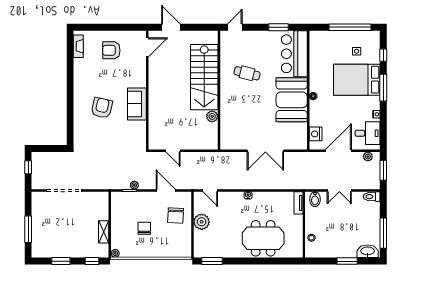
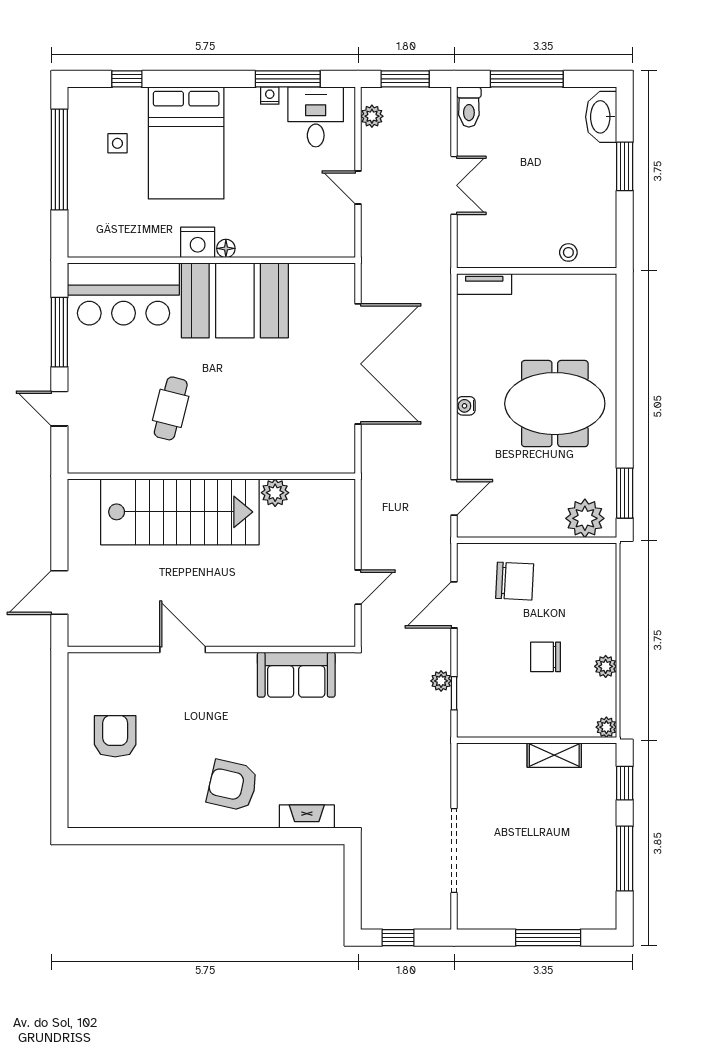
door: (235, 27) -> (59, 409), moved
window: (279, 27) -> (59, 332), width x1.44
fireplace: (78, 46) -> (307, 817), moved
door: (147, 47) -> (183, 650), moved
armchair: (111, 50) -> (115, 736), turned 180
window: (383, 88) -> (288, 79), moved
sofa: (137, 104) -> (296, 675), moved
armchair: (102, 108) -> (232, 785), moved
nightstand: (316, 134) -> (198, 242), moved
double door: (265, 151) -> (358, 364), width x1.36
door: (338, 151) -> (358, 187), width x0.53
bidet: (315, 199) -> (475, 244), removed
plant: (202, 222) -> (585, 518), moved
window: (383, 233) -> (527, 79), moved
meeting table: (263, 238) -> (555, 404), moved, turned 90
plant: (140, 253) -> (606, 666), added
window: (61, 261) -> (625, 859), width x1.44

